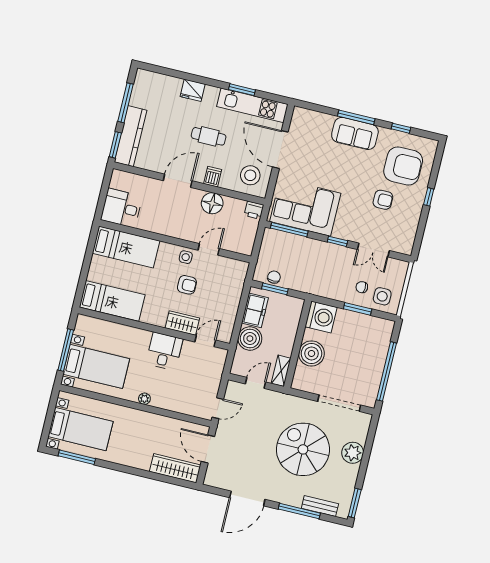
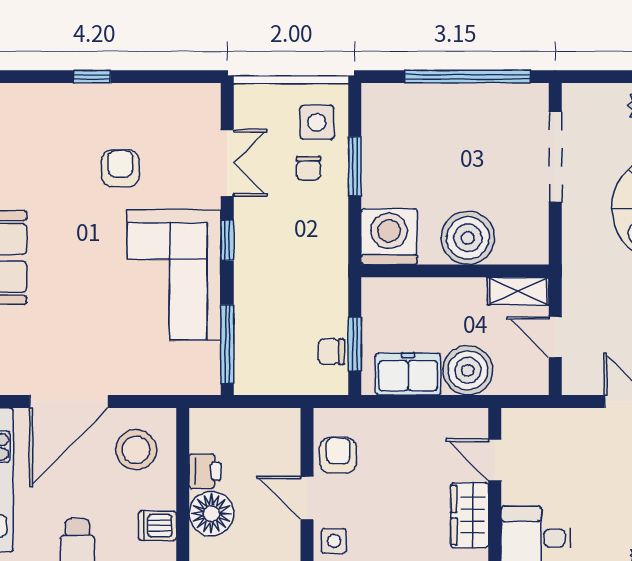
armchair: (403, 166) -> (42, 144), removed
corner sofa: (305, 207) -> (174, 275), moved
printer: (254, 210) -> (205, 471), moved
armchair: (187, 285) -> (338, 455), moved

